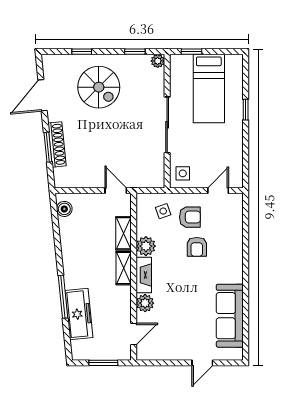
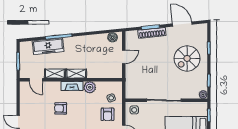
door: (116, 191) -> (124, 57), moved
shelving: (124, 233) -> (55, 74), moved
armchair: (197, 247) -> (61, 108), moved
plant: (145, 303) -> (55, 87), removed

